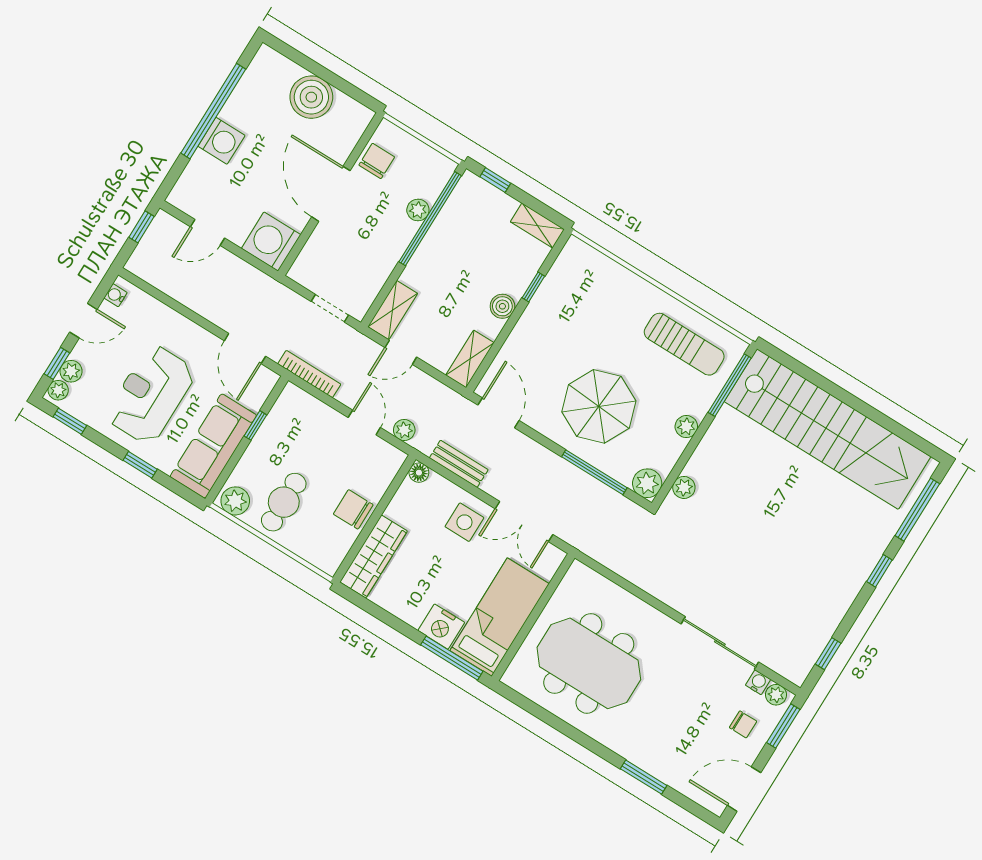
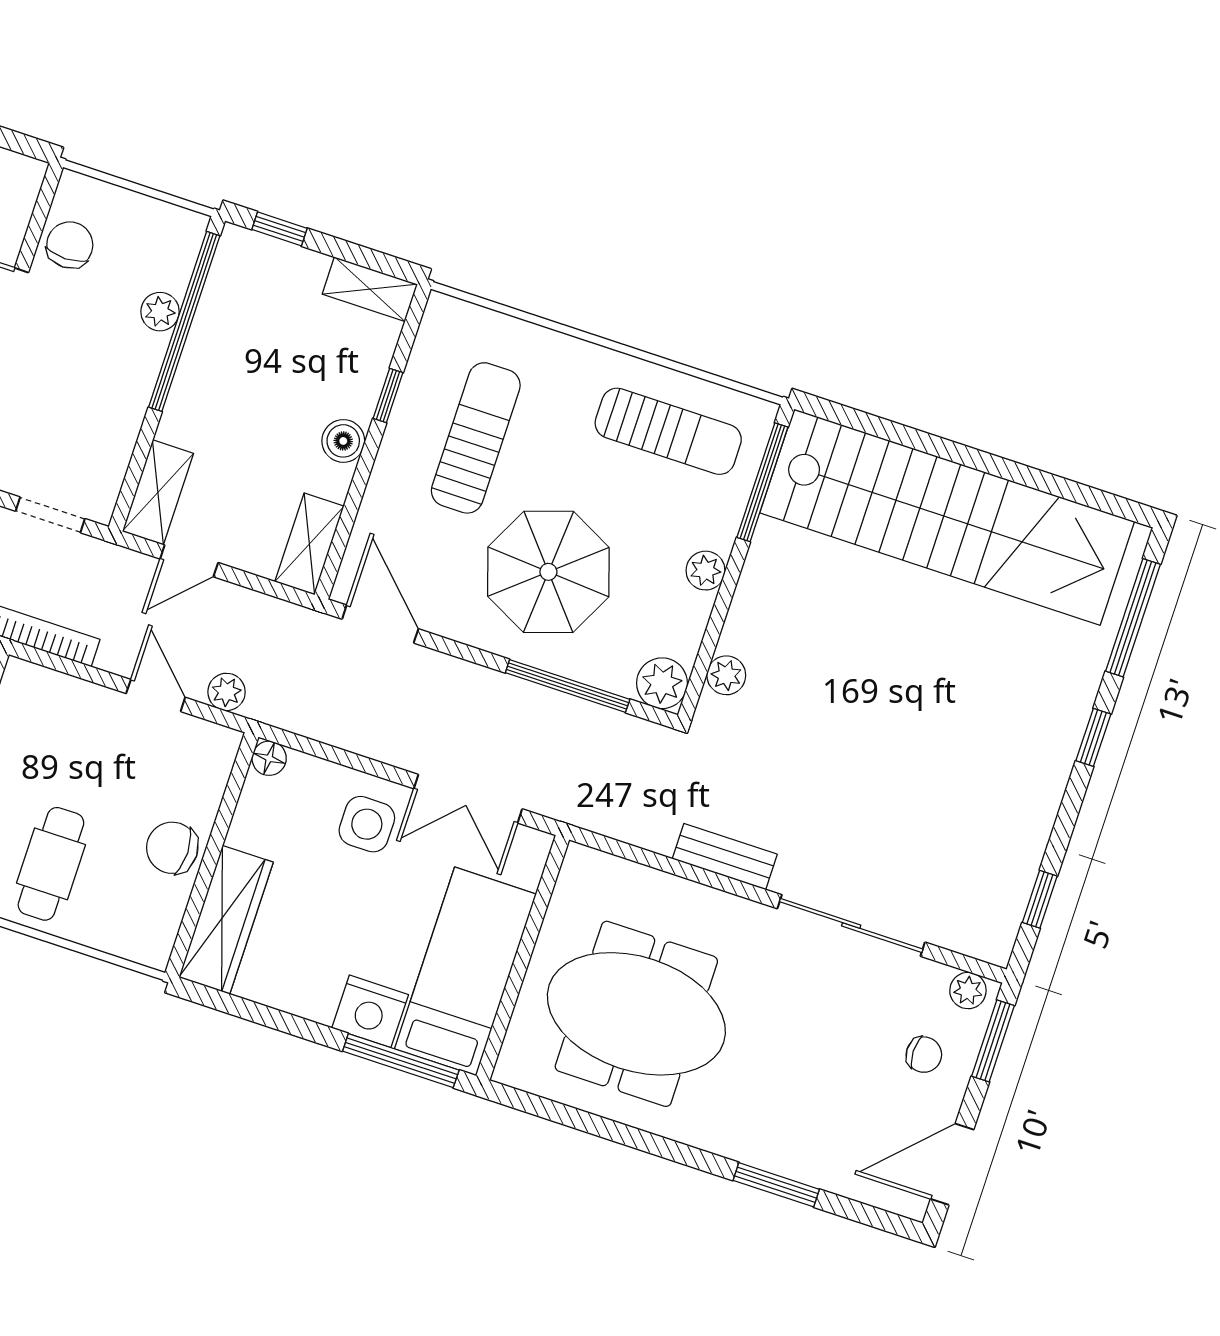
sun lounger: (576, 322) -> (476, 438), added
bench: (459, 464) -> (725, 857), moved
water cooler: (758, 682) -> (932, 977), removed

